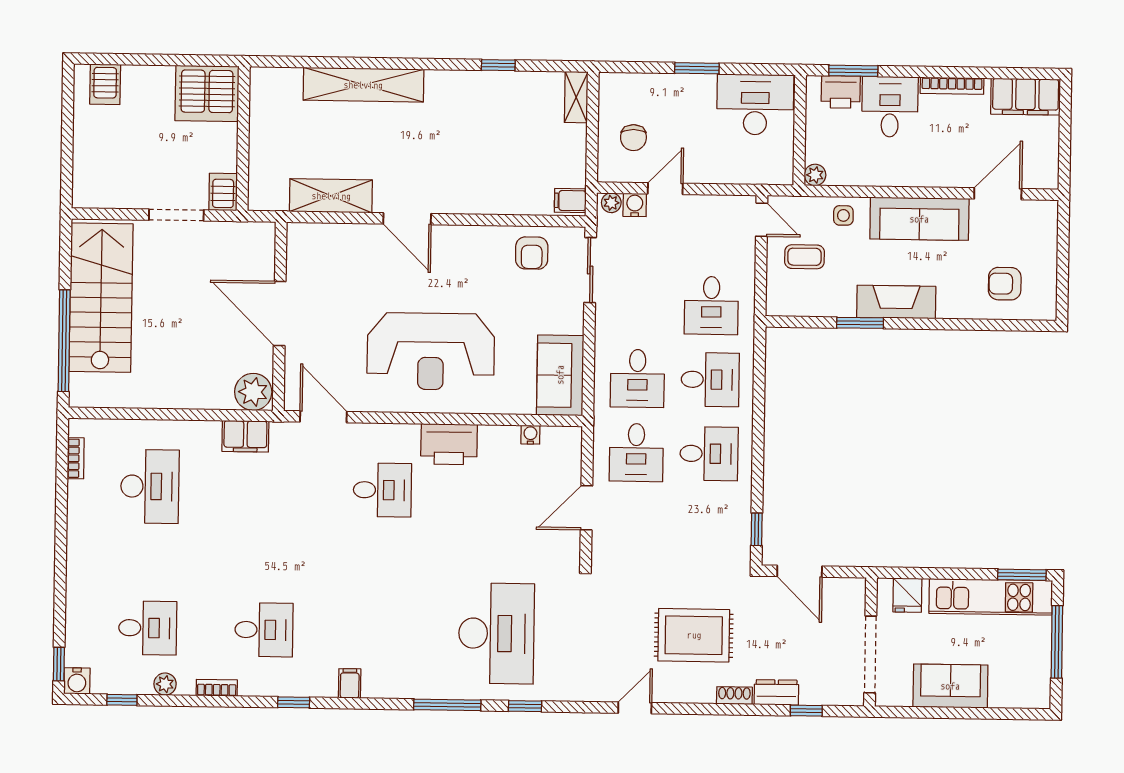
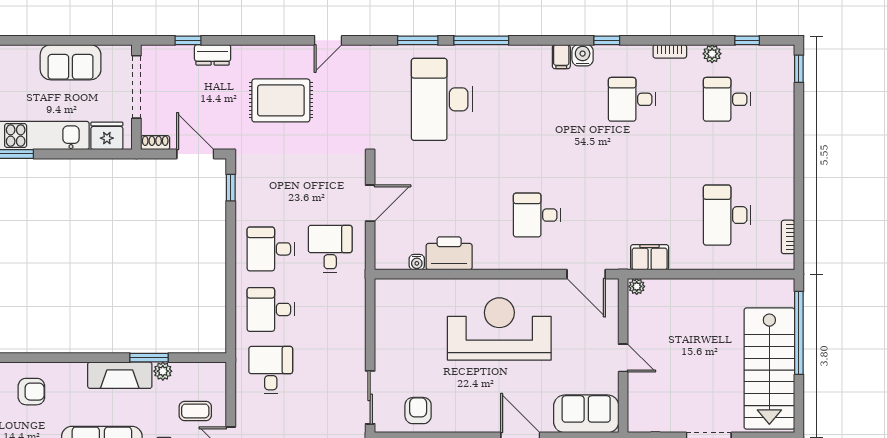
plant: (843, 306) -> (163, 371), added
door: (280, 313) -> (623, 358), width x0.53
sofa: (560, 375) -> (586, 414), moved, turned -90
desk: (637, 378) -> (330, 309), removed
plant: (253, 392) -> (637, 286), width x0.53, depth x0.53
printer: (449, 444) -> (449, 253), moved
fridge: (907, 595) -> (107, 136), width x1.38
water cooler: (77, 681) -> (583, 55), moved
shoe rack: (734, 696) -> (155, 143), moved, turned 180
window: (525, 706) -> (418, 40), width x1.50

